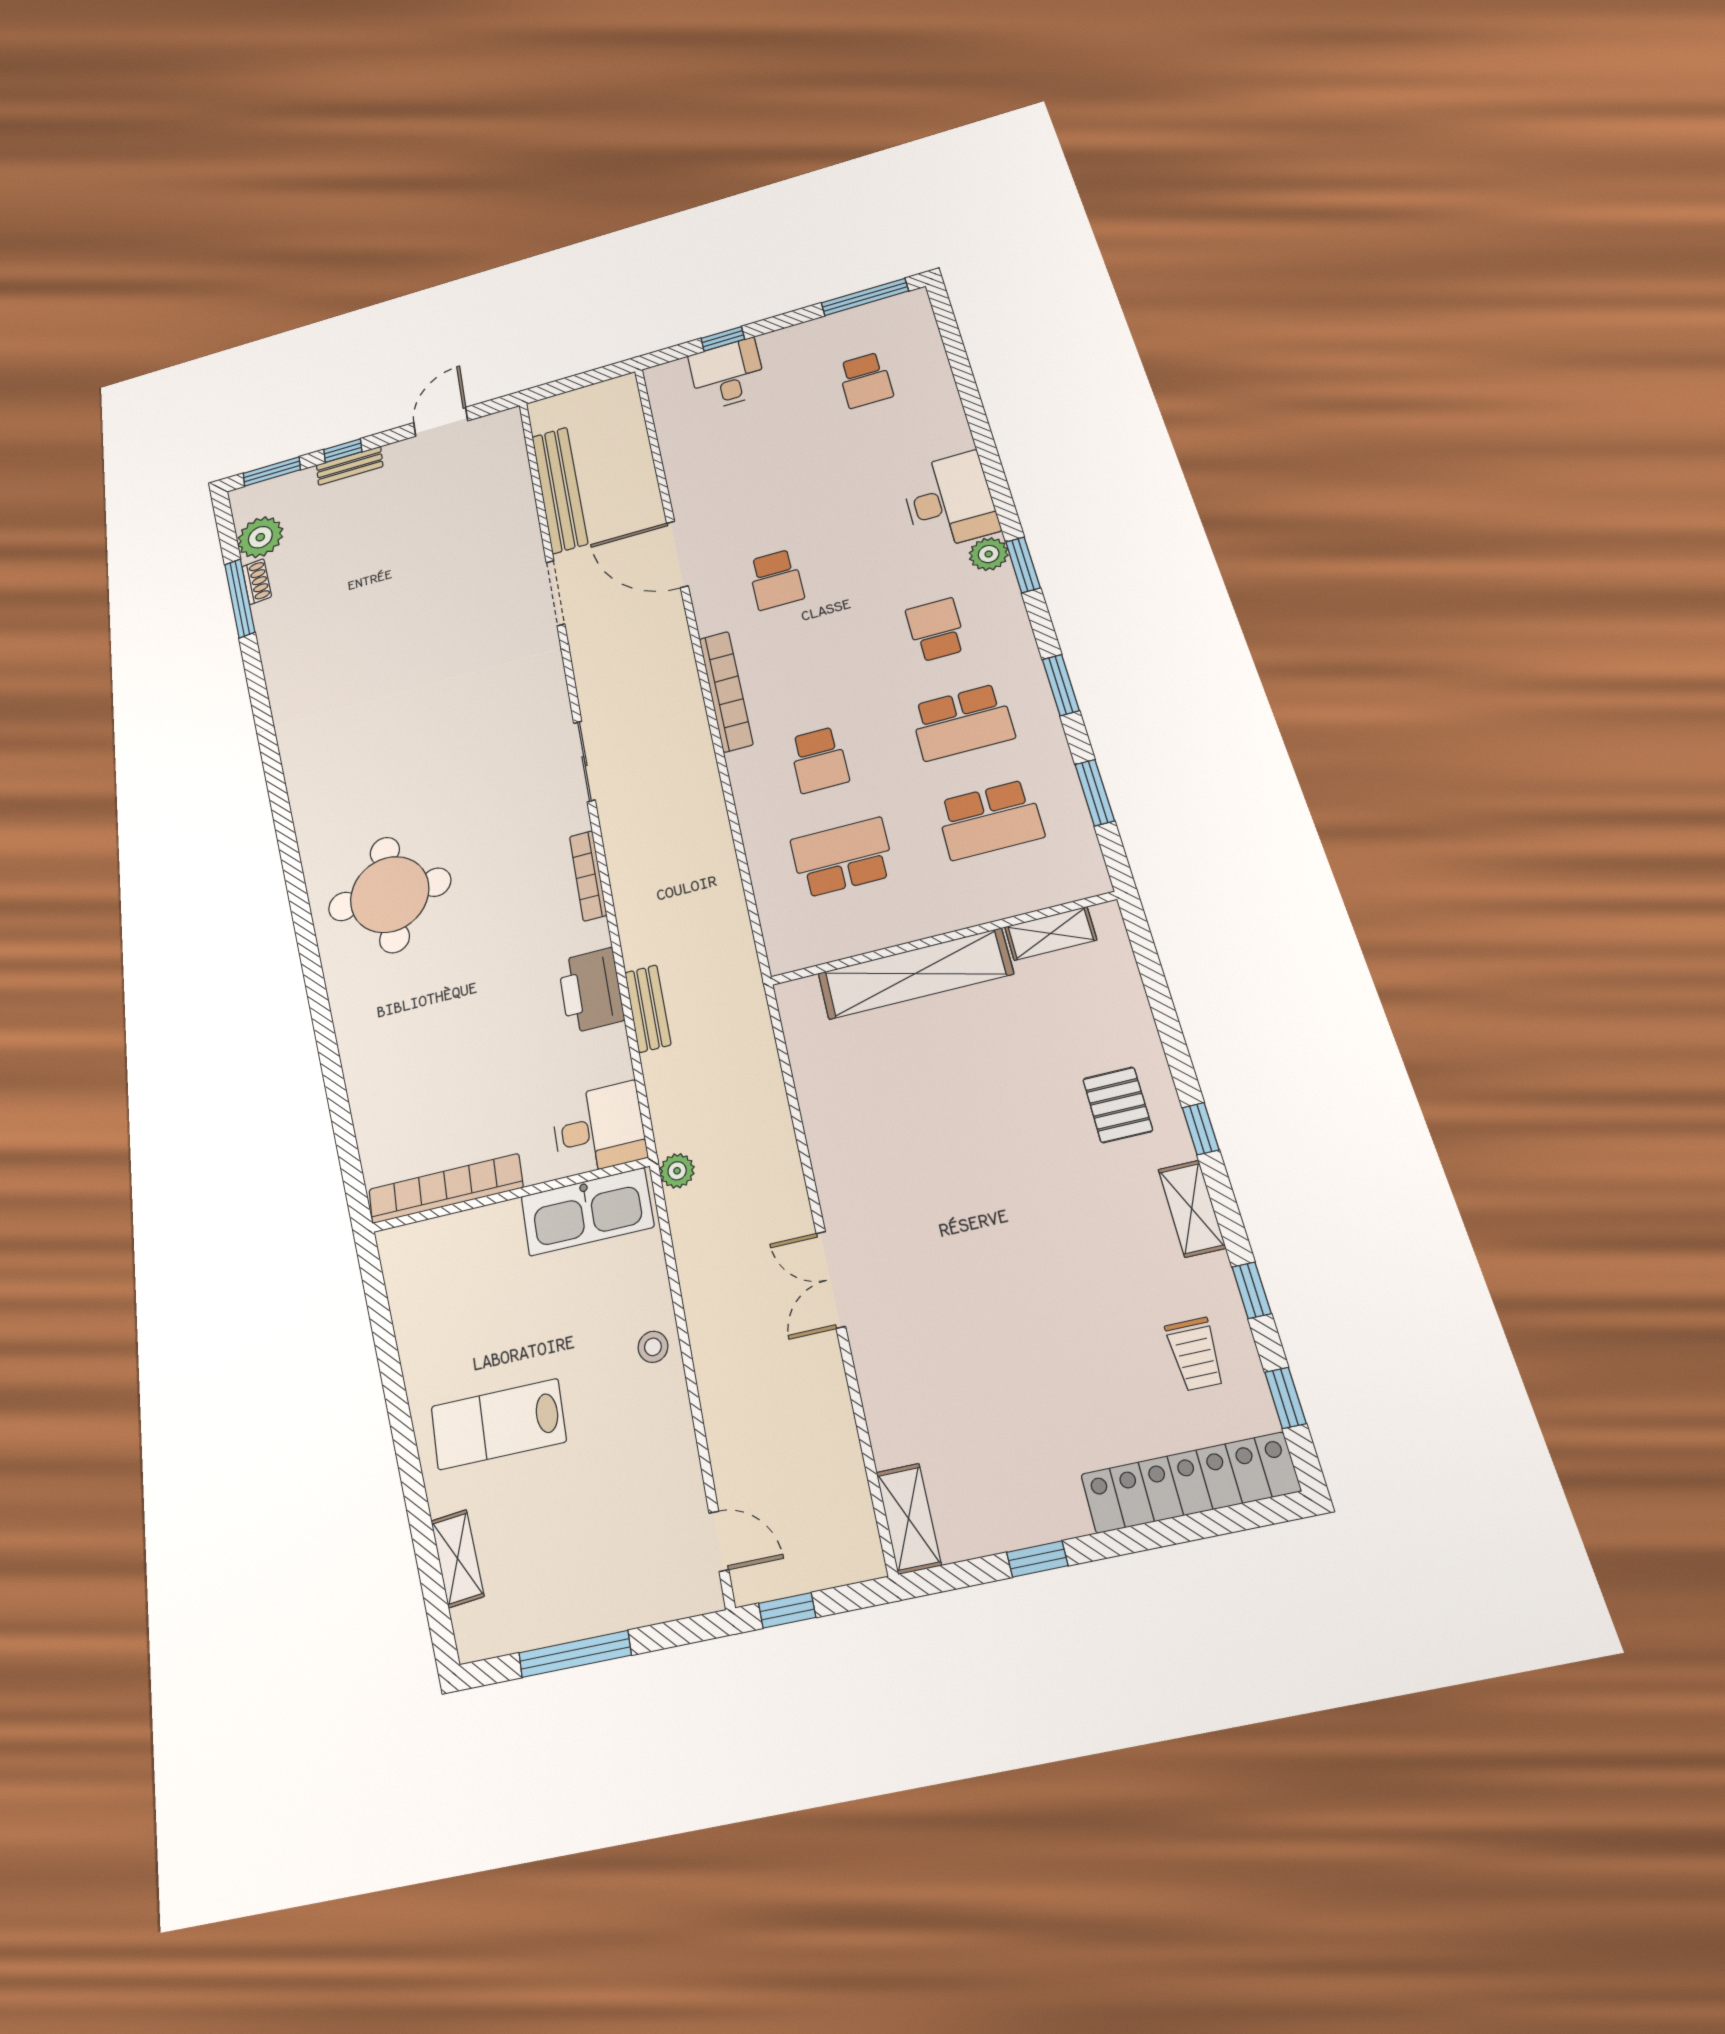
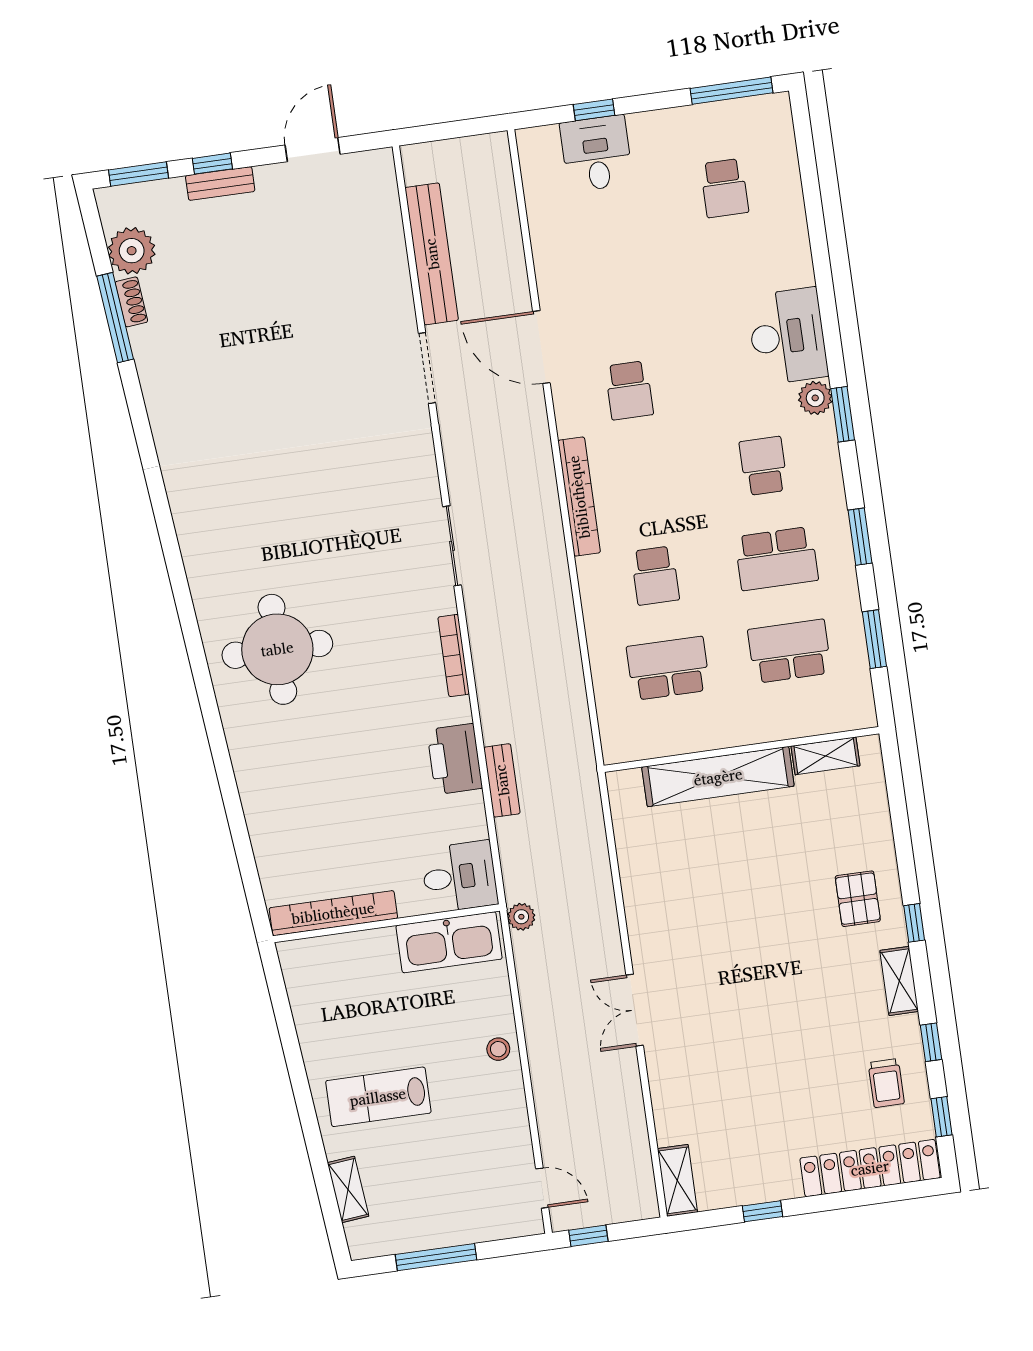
school desk: (990, 820) -> (790, 651), turned 180

